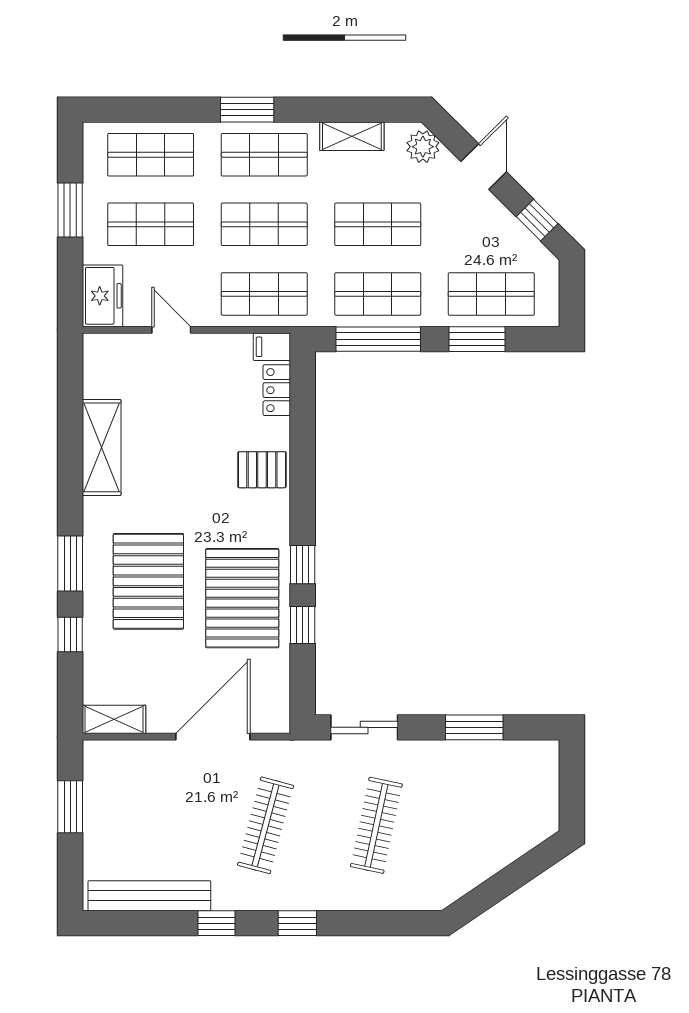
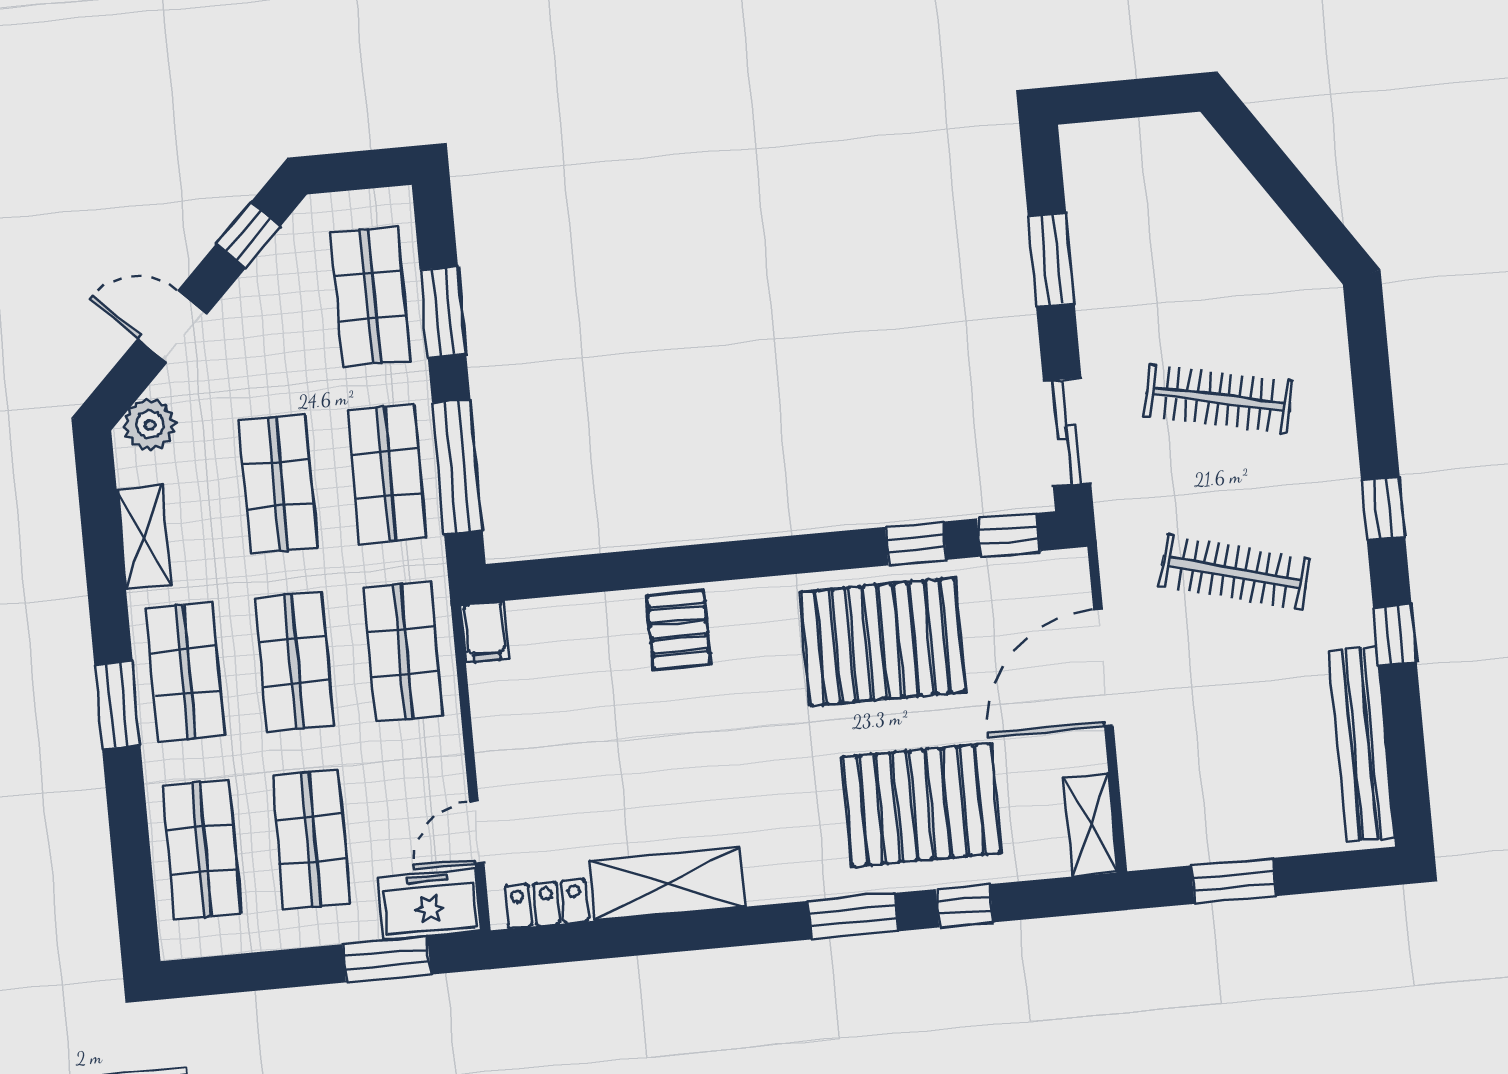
window: (70, 210) -> (387, 959), moved
door: (171, 330) -> (477, 832), moved
locker: (277, 390) -> (547, 904), moved, turned 180
window: (303, 565) -> (1009, 535), moved
pallet: (148, 581) -> (921, 805), moved
door: (213, 737) -> (1103, 668), hinge flipped

